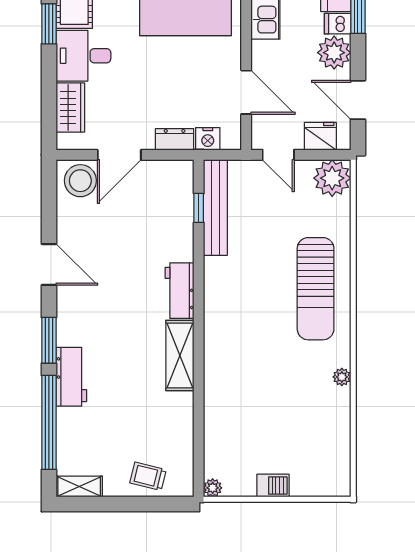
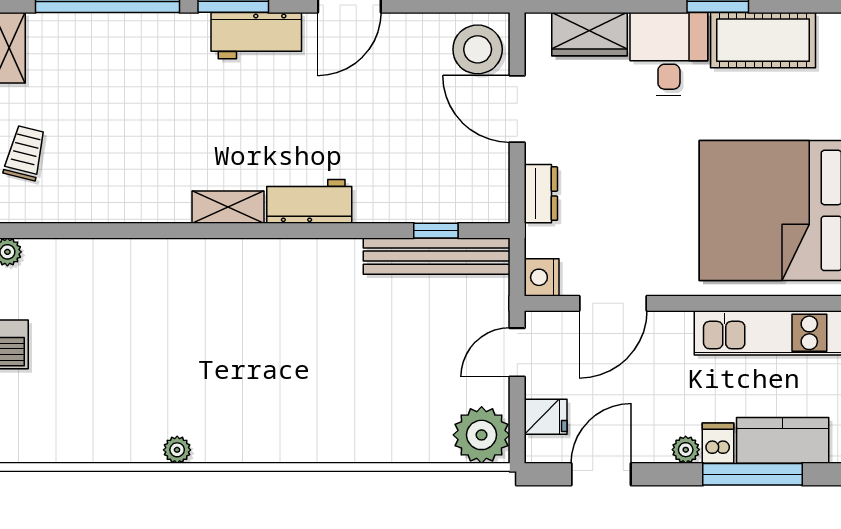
plant: (334, 53) -> (686, 450), width x0.53, depth x0.53
fridge: (320, 136) -> (546, 417), width x0.72
nightstand: (208, 139) -> (542, 277), moved
sun lounger: (316, 289) -> (312, 410), removed
shelving: (180, 355) -> (228, 207), width x0.67, depth x0.75
workbench: (71, 377) -> (256, 36), moved

